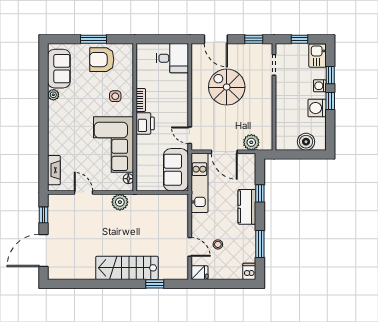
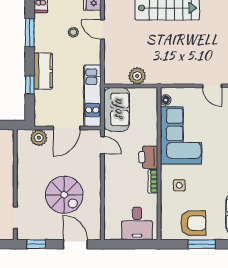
desk: (172, 58) -> (137, 223), moved, turned -90
door: (224, 152) -> (67, 128), swing flipped
plant: (120, 202) -> (137, 76), moved

